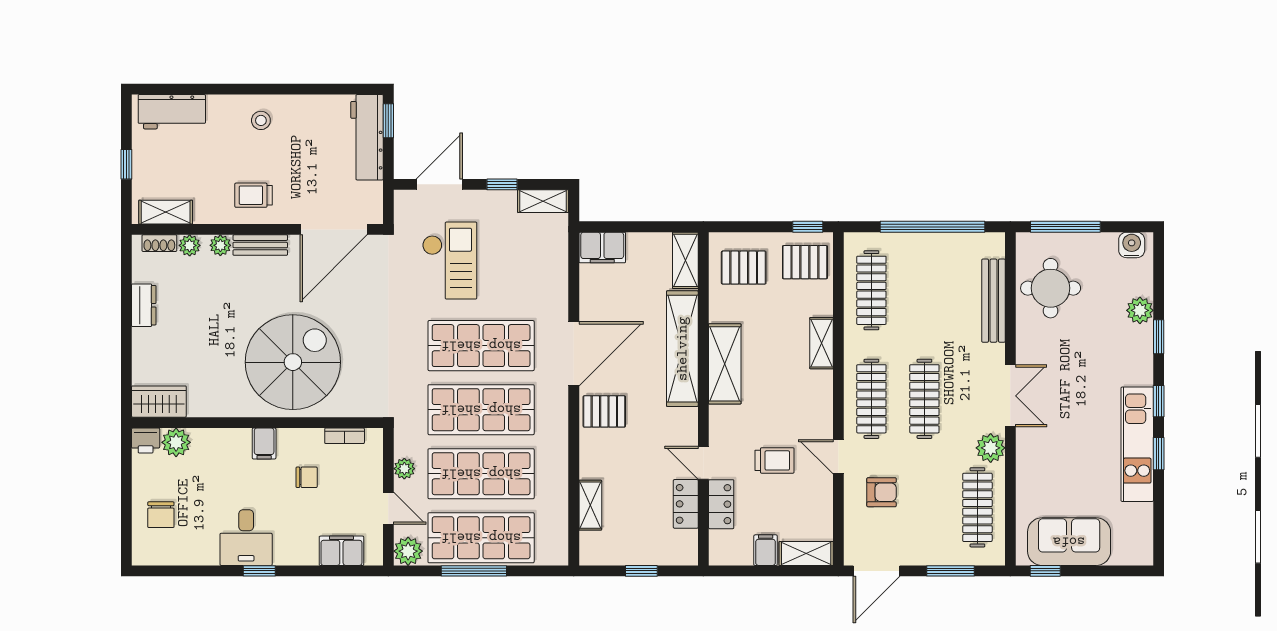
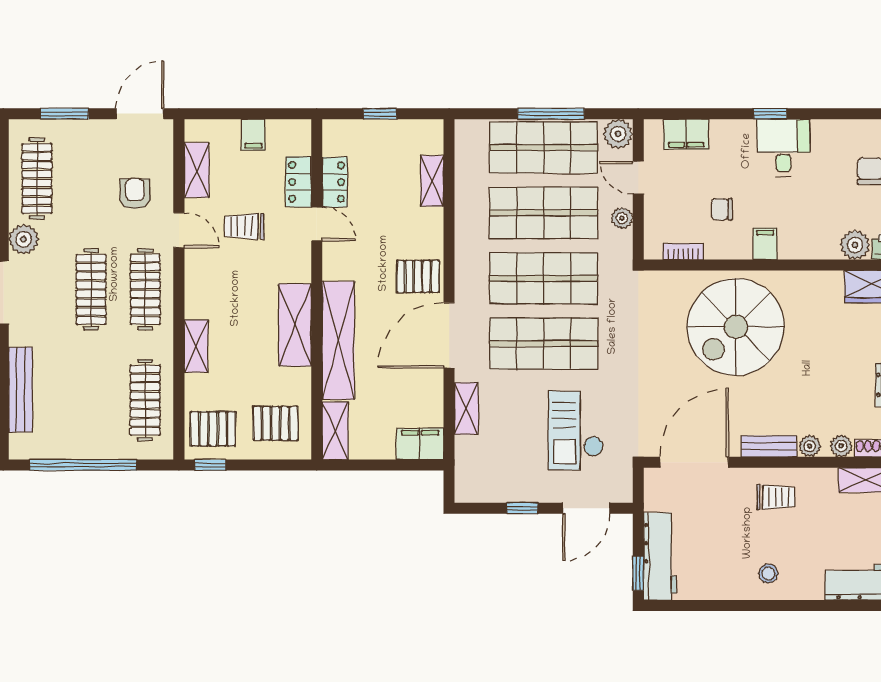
shelving: (543, 201) -> (466, 409), moved, turned 90
armchair: (882, 492) -> (135, 194), turned 90
shelving: (806, 553) -> (197, 170), moved, turned 90

